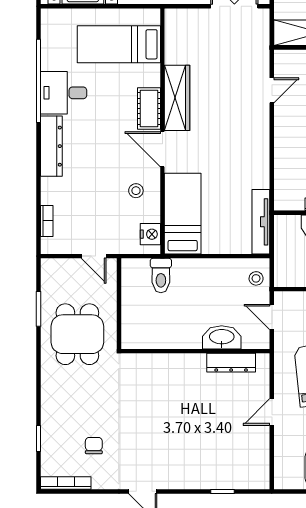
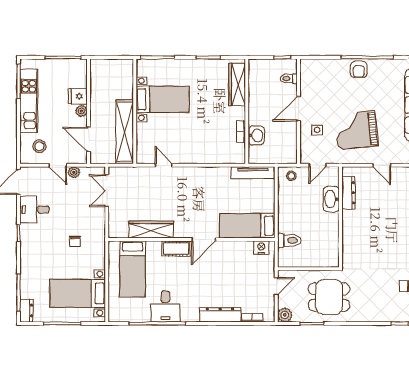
wardrobe: (177, 98) -> (151, 229), moved
dresser: (51, 146) -> (220, 315), moved
stool: (136, 191) -> (232, 257), removed
plant: (51, 269) -> (285, 315), added

